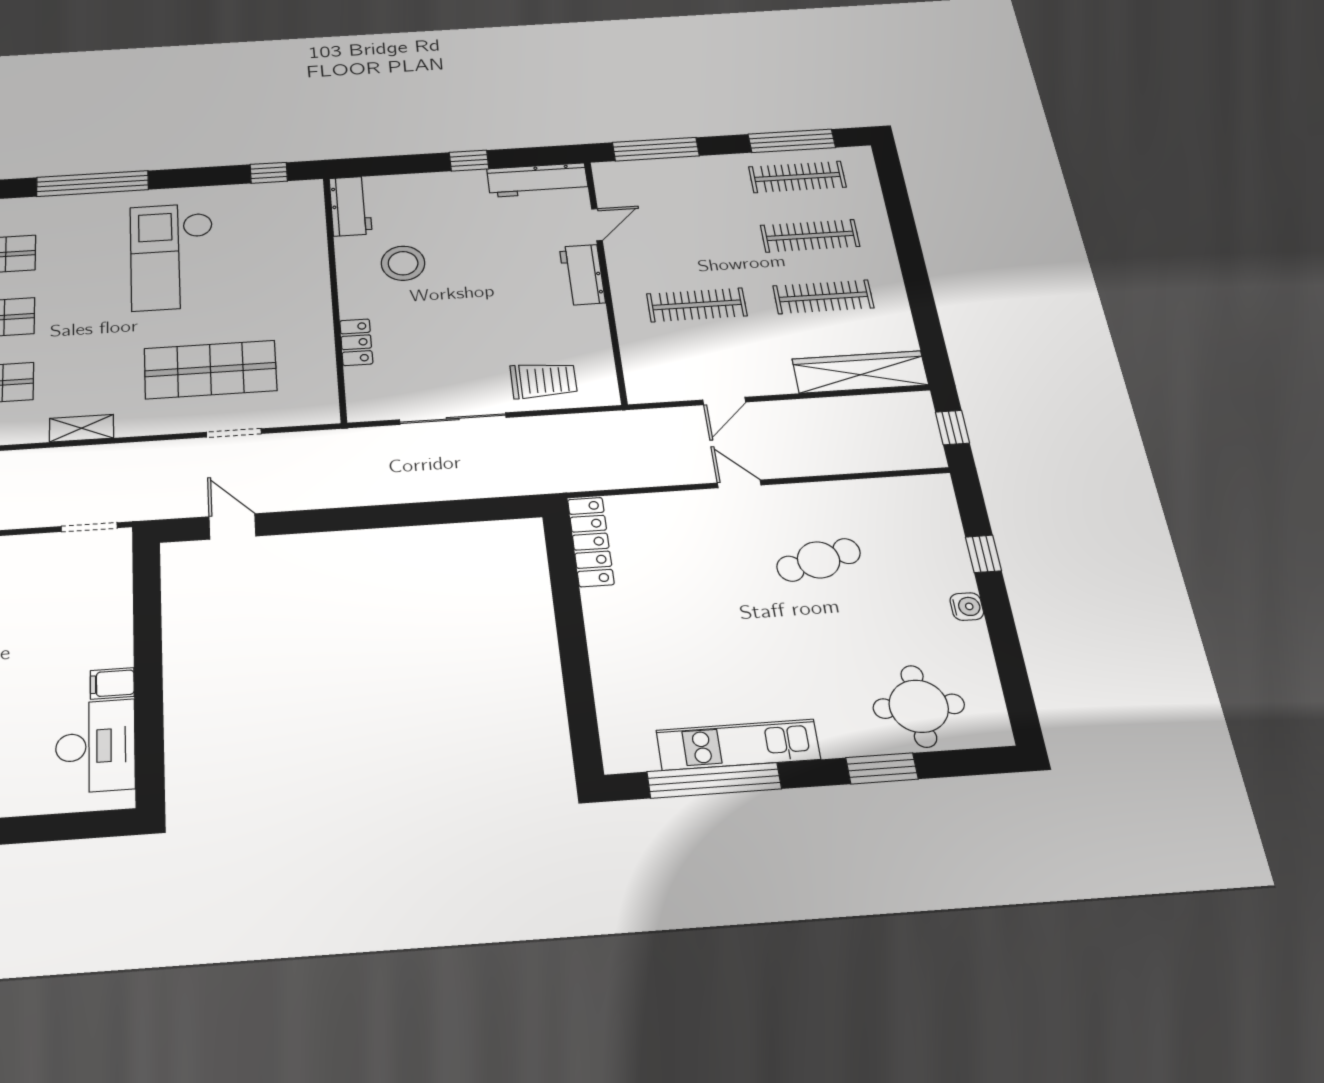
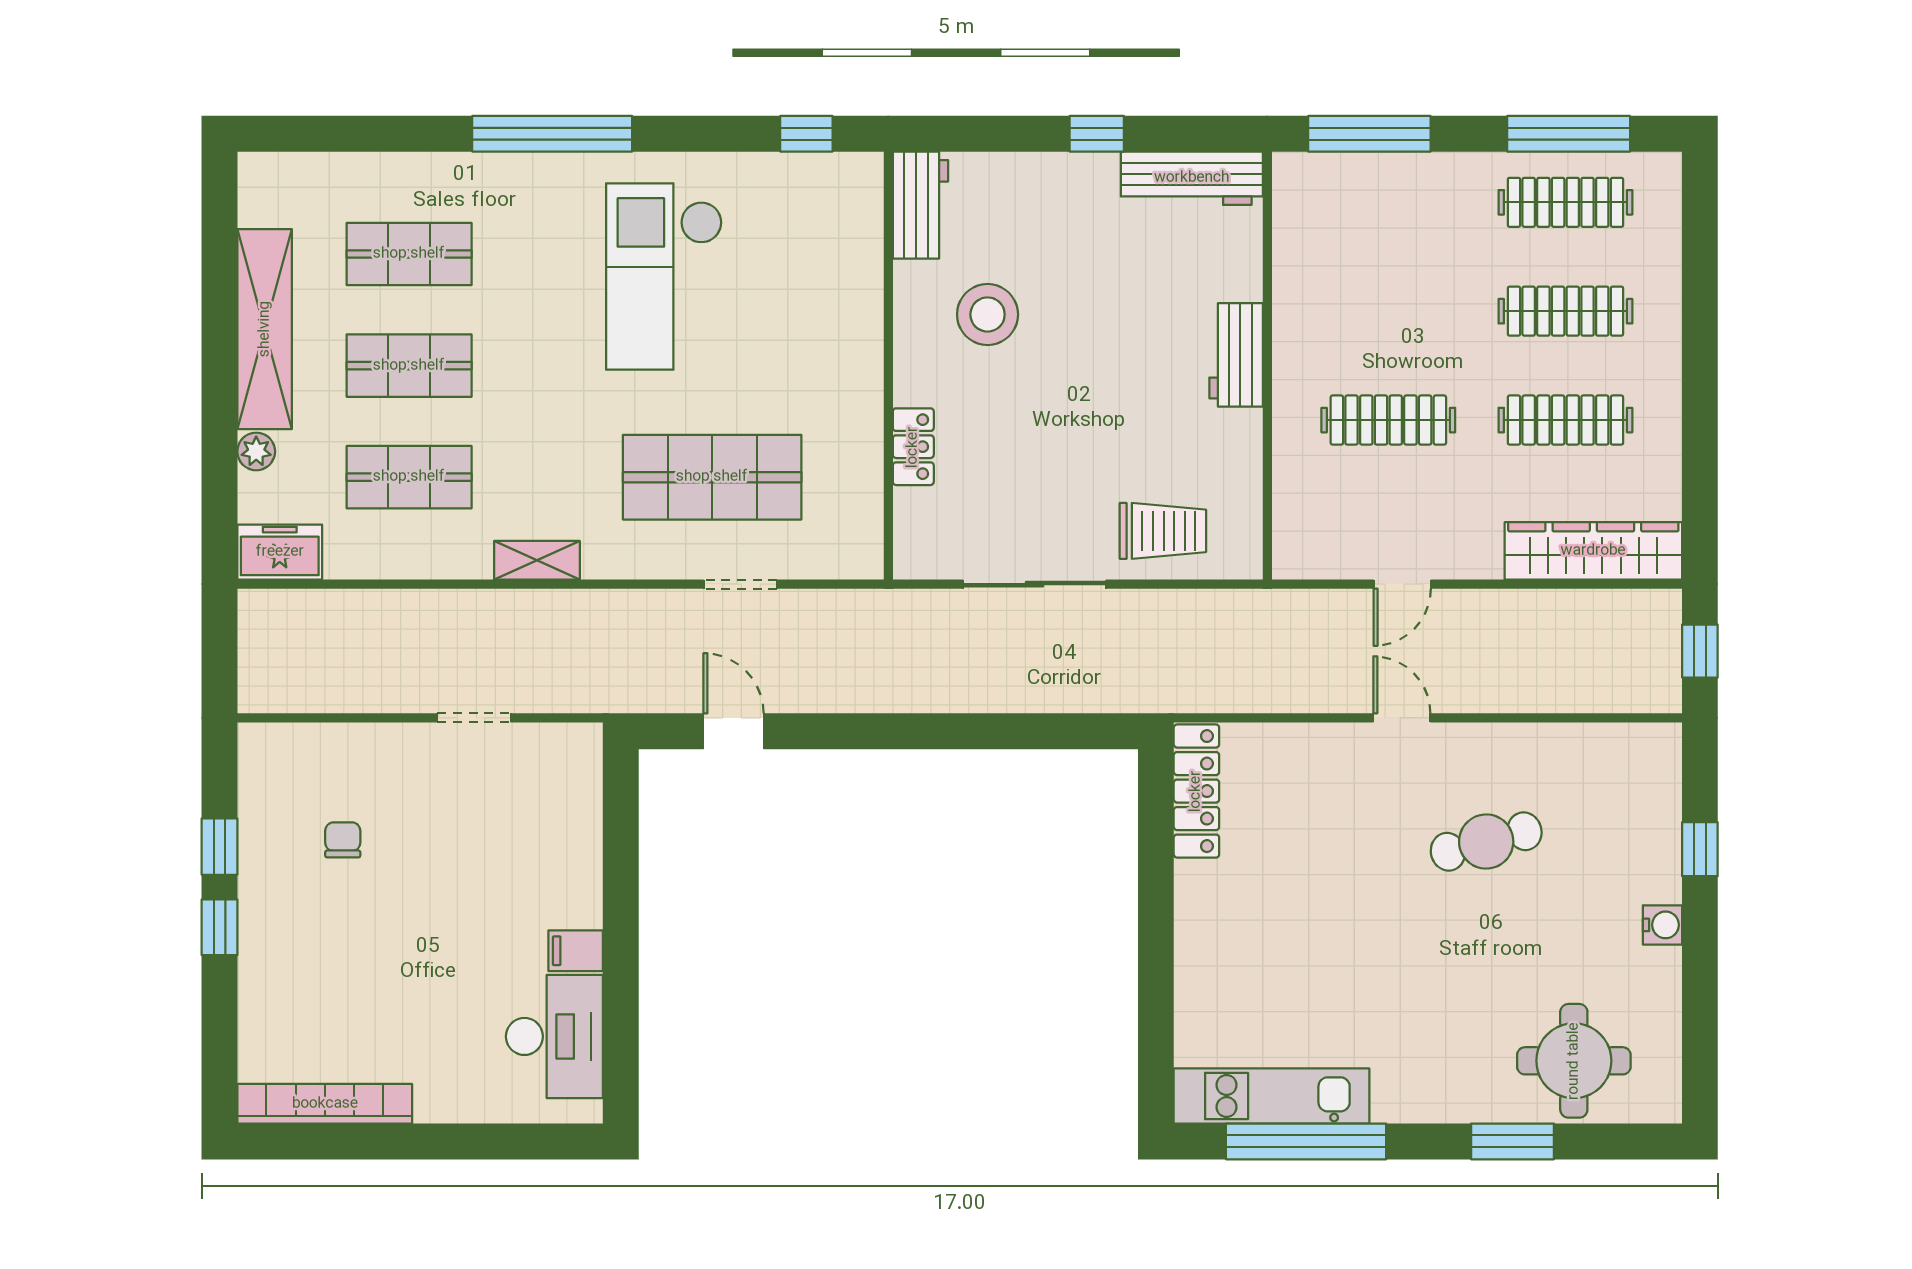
door: (597, 225) -> (1267, 267), removed
doorway: (89, 527) -> (474, 718), moved
kitchen unit: (738, 745) -> (1271, 1096), moved

